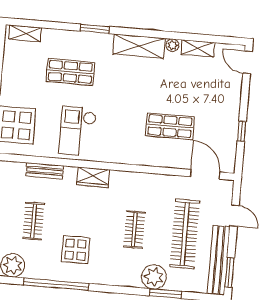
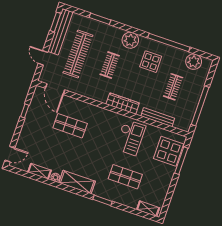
door: (248, 62) -> (10, 154), hinge flipped
bench: (45, 171) -> (158, 117), width x1.36
wardrobe: (93, 177) -> (123, 104), width x1.50
plant: (154, 277) -> (130, 40), moved

